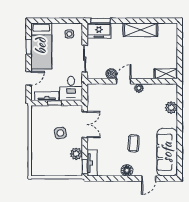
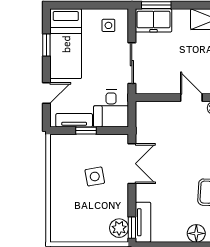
boiler: (111, 74) -> (172, 86), removed
door: (124, 81) -> (191, 98), hinge flipped
plant: (76, 154) -> (119, 228), moved

